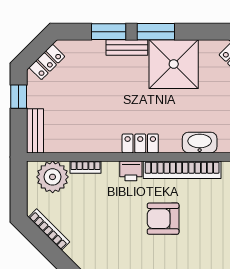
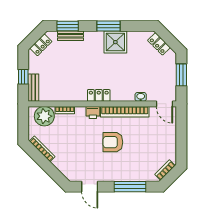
window: (109, 32) -> (68, 26), moved
bench: (127, 47) -> (70, 36), moved
shower: (174, 64) -> (115, 42), width x0.73, depth x0.73
window: (19, 97) -> (23, 77), moved
washbasin: (200, 143) -> (141, 97), width x0.52, depth x0.69

